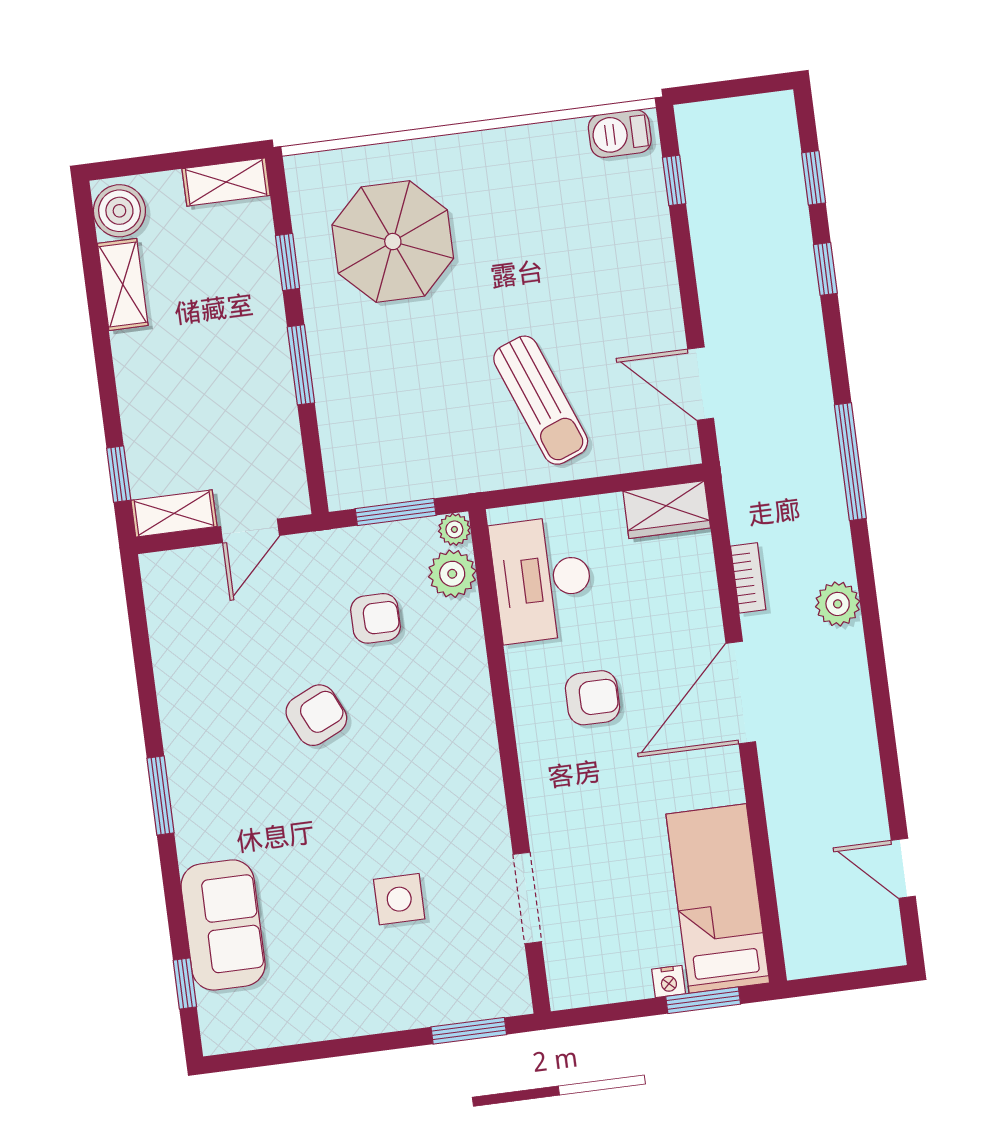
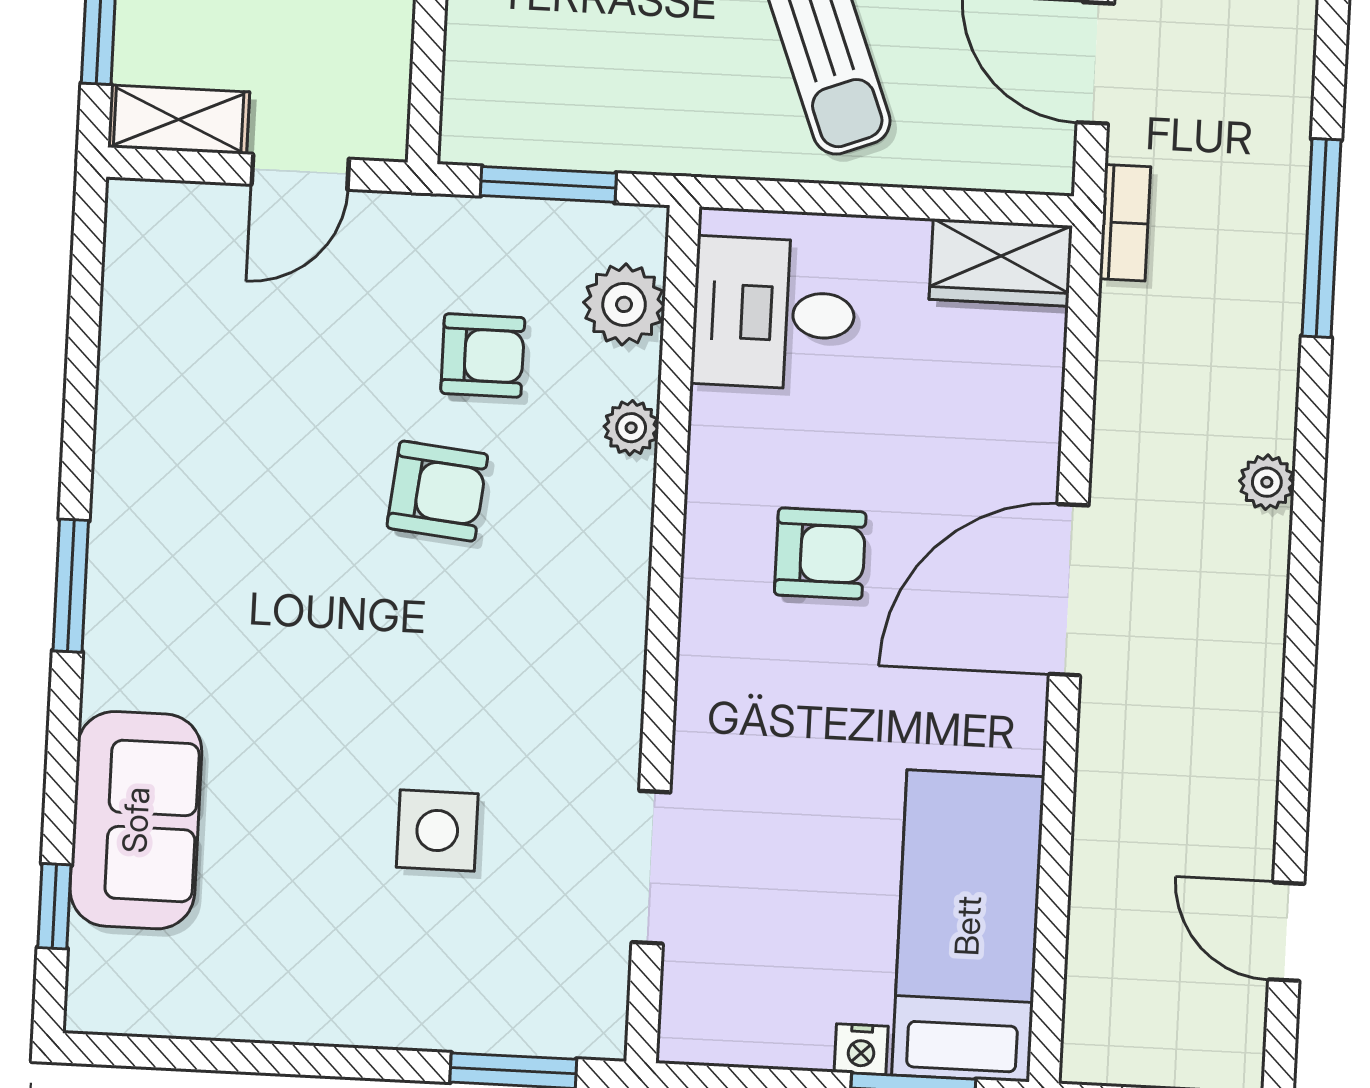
plant: (454, 529) -> (631, 428), moved
bookcase: (748, 578) -> (1125, 223), moved
desk: (542, 579) -> (774, 313), width x0.73
plant: (838, 604) -> (1267, 482), width x0.73, depth x0.73
armchair: (316, 715) -> (437, 491), moved, turned 31

